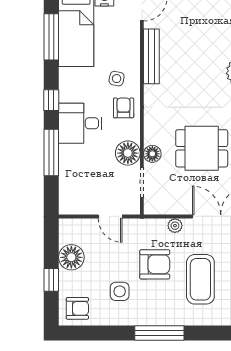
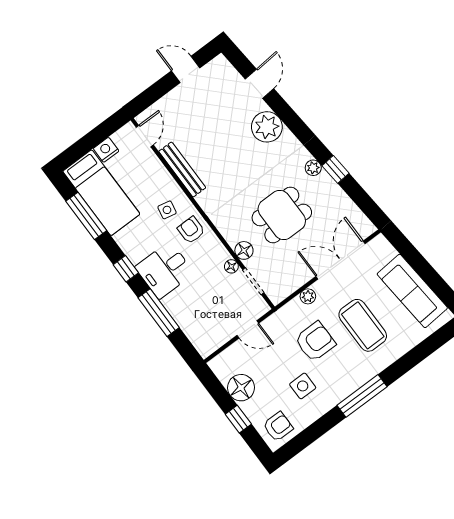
floor lamp: (128, 153) -> (231, 266), width x0.53, depth x0.53

